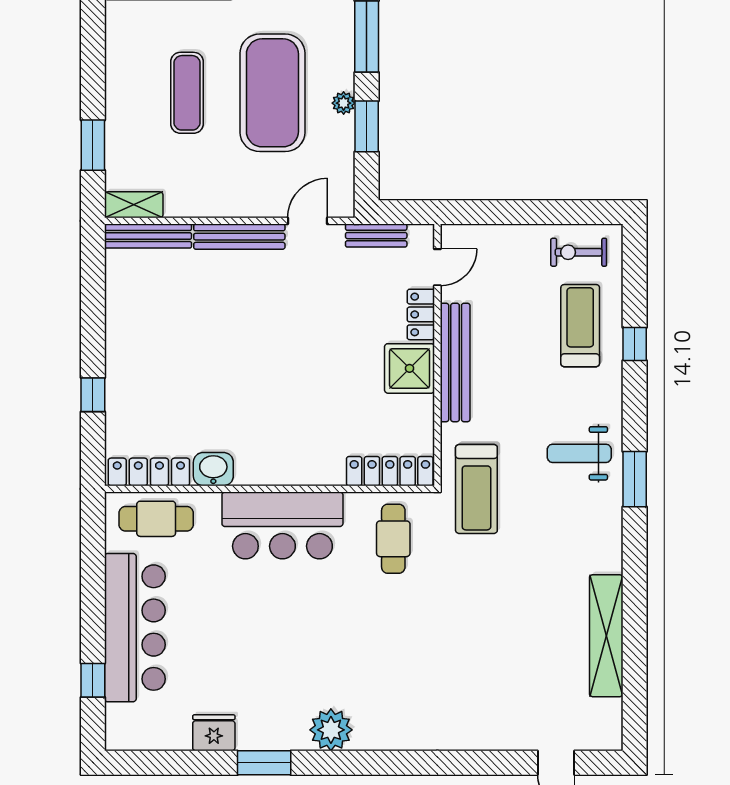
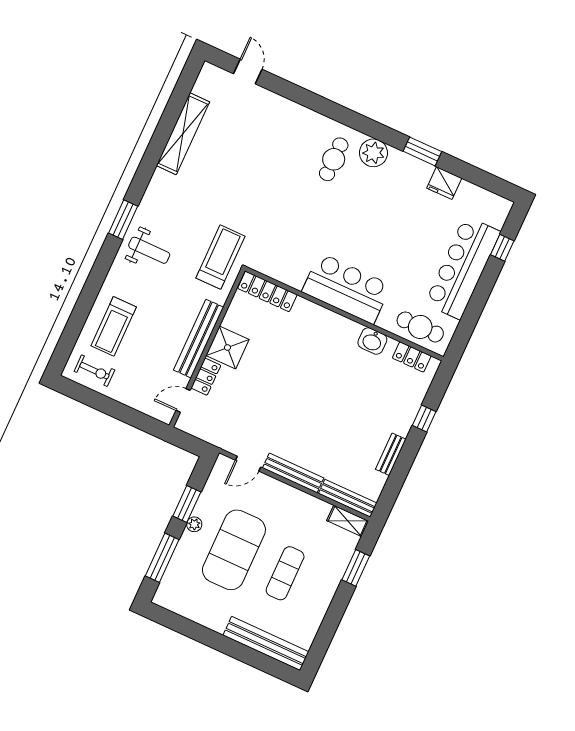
bench: (376, 236) -> (391, 454), moved, turned 90
window: (635, 344) -> (86, 300), removed
locker: (149, 472) -> (412, 357), width x0.66
cafe table: (393, 539) -> (334, 159), moved

